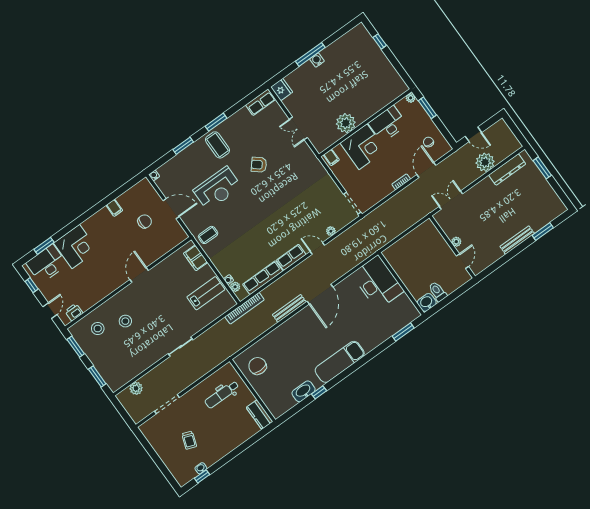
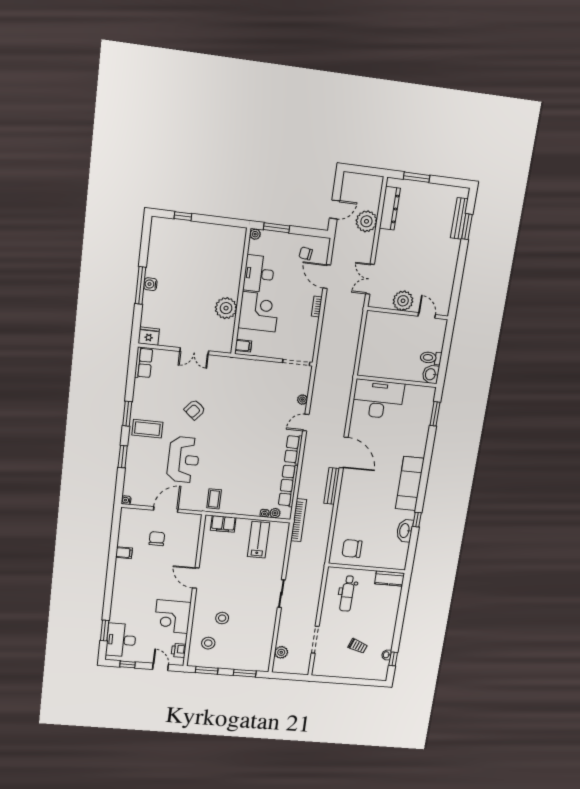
bench: (517, 240) -> (459, 218), moved
plant: (456, 242) -> (403, 301), width x1.88, depth x1.88
corner desk: (76, 246) -> (172, 617), moved, turned 180

